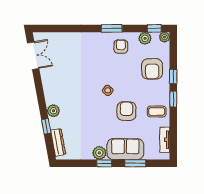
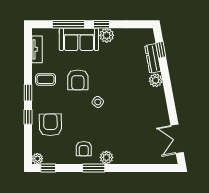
plant: (145, 38) -> (106, 157), moved
window: (46, 126) -> (161, 50), moved
dresser: (58, 142) -> (153, 58), moved
window: (135, 163) -> (68, 24), width x1.44

